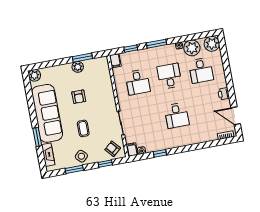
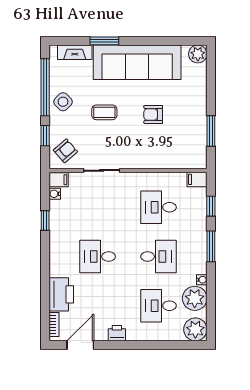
plant: (78, 67) -> (198, 121), removed
printer: (205, 134) -> (61, 294), added
window: (74, 169) -> (45, 87), width x2.11

